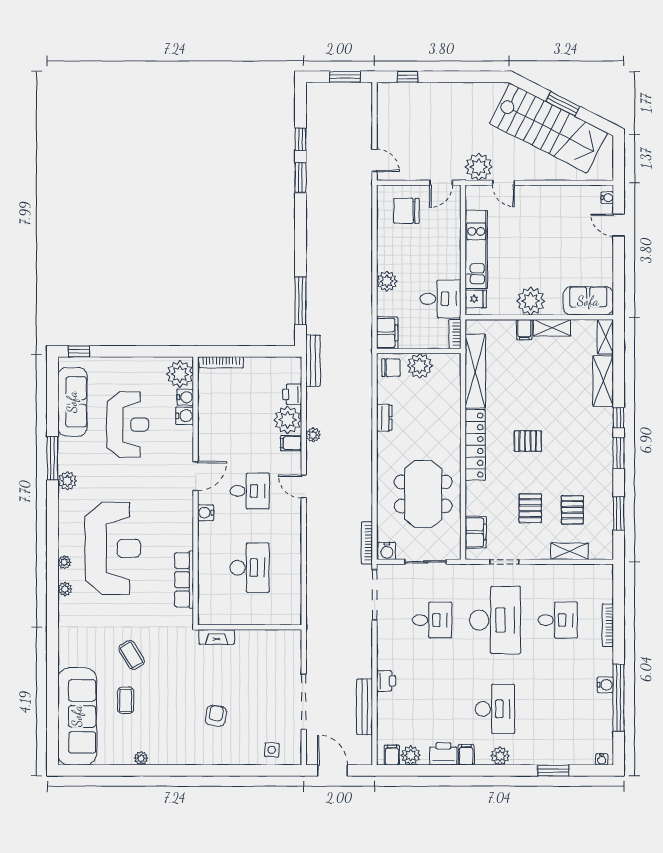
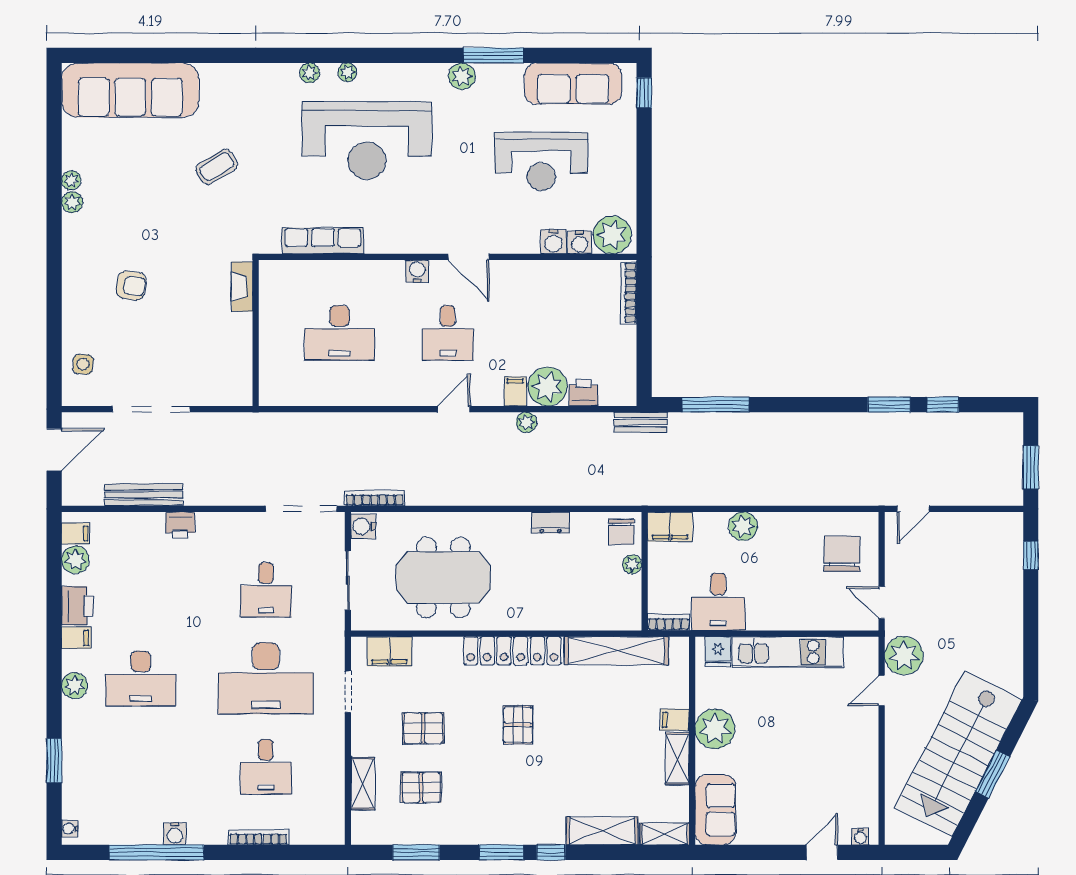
bench: (313, 361) -> (641, 422), width x0.73
plant: (420, 366) -> (632, 564), width x0.53, depth x0.53
coffee table: (126, 700) -> (153, 158), removed
plant: (157, 758) -> (72, 202), added

